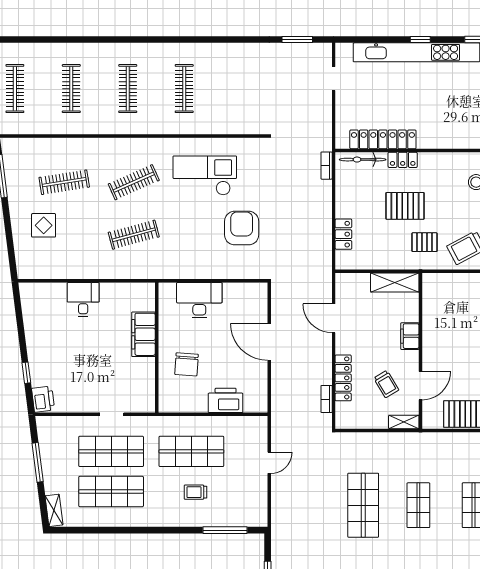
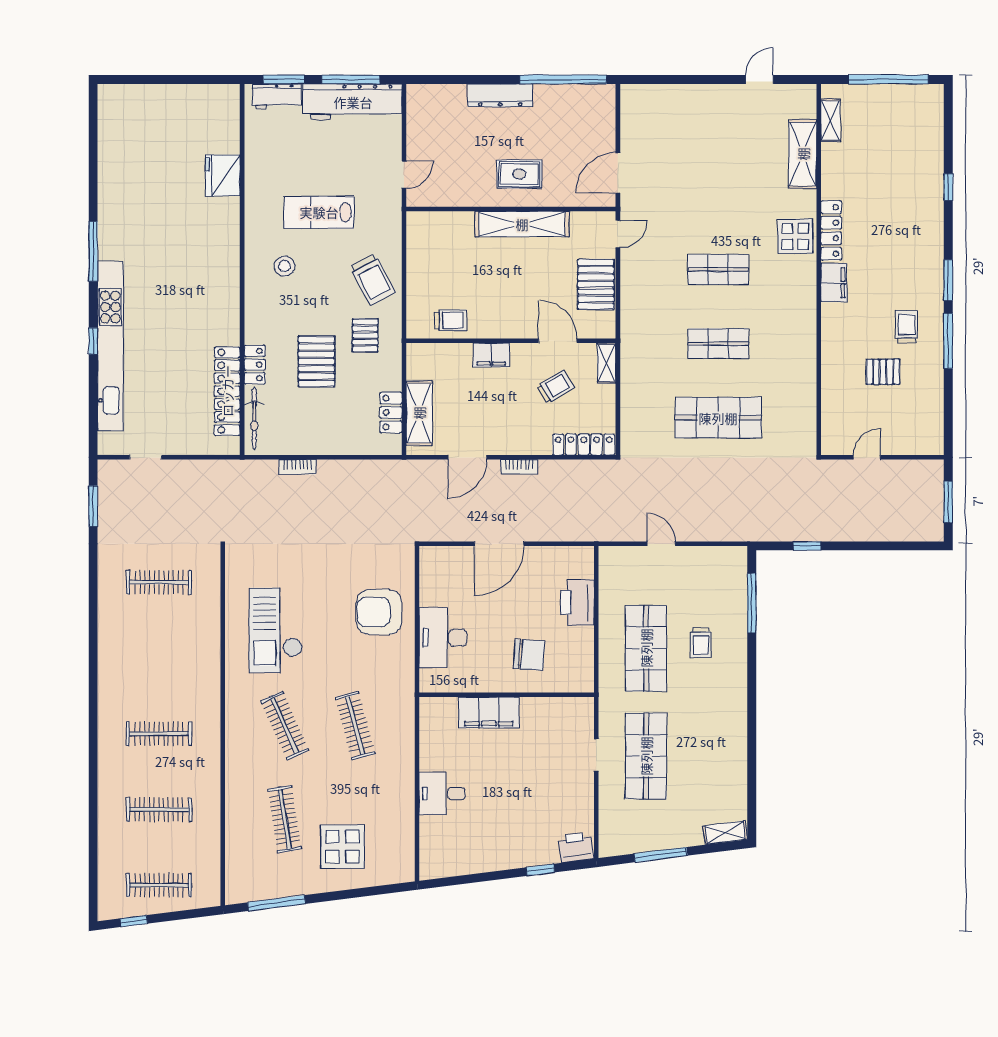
clothes rail: (184, 89) -> (159, 582), moved
bookcase: (327, 166) -> (297, 467), moved
display table: (44, 225) -> (343, 847), width x1.36, depth x1.36
armchair: (242, 228) -> (379, 612), moved
locker: (343, 234) -> (391, 412), moved, turned -90
shelving: (395, 282) -> (419, 413), moved
trolley: (436, 306) -> (451, 320), added
locker: (343, 378) -> (584, 445), moved
bookcase: (327, 399) -> (519, 467), moved
shop shelf: (111, 491) -> (700, 756), removed

